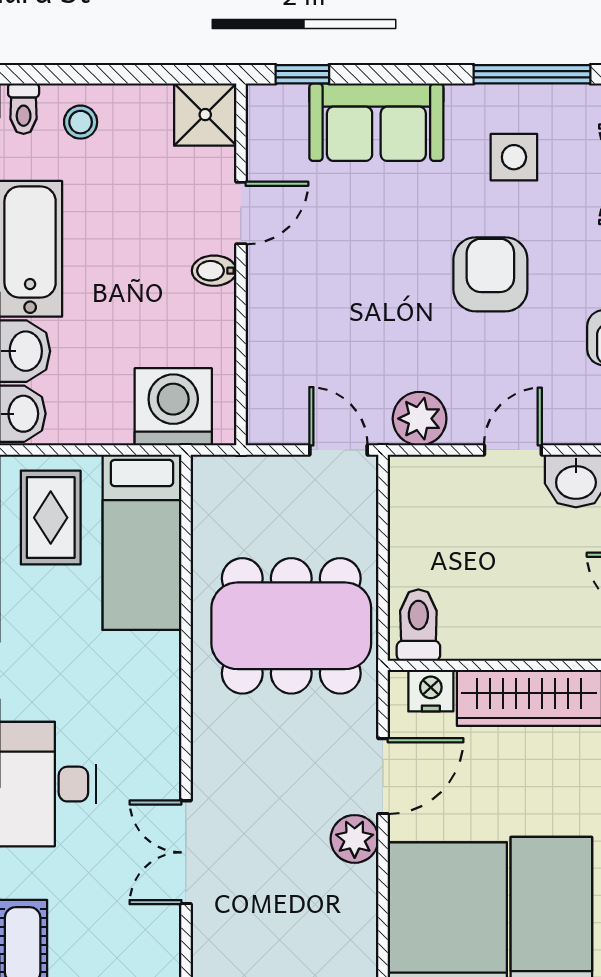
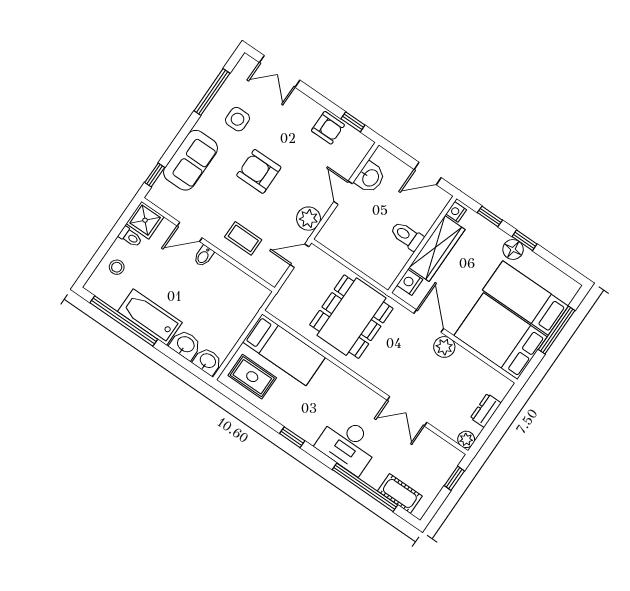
toilet: (24, 109) -> (130, 237), moved
door: (241, 213) -> (190, 232), swing flipped
armchair: (490, 274) -> (259, 171), moved
coffee table: (298, 322) -> (243, 238), added
washing machine: (173, 407) -> (243, 305), removed
toilet: (418, 625) -> (407, 236), moved

